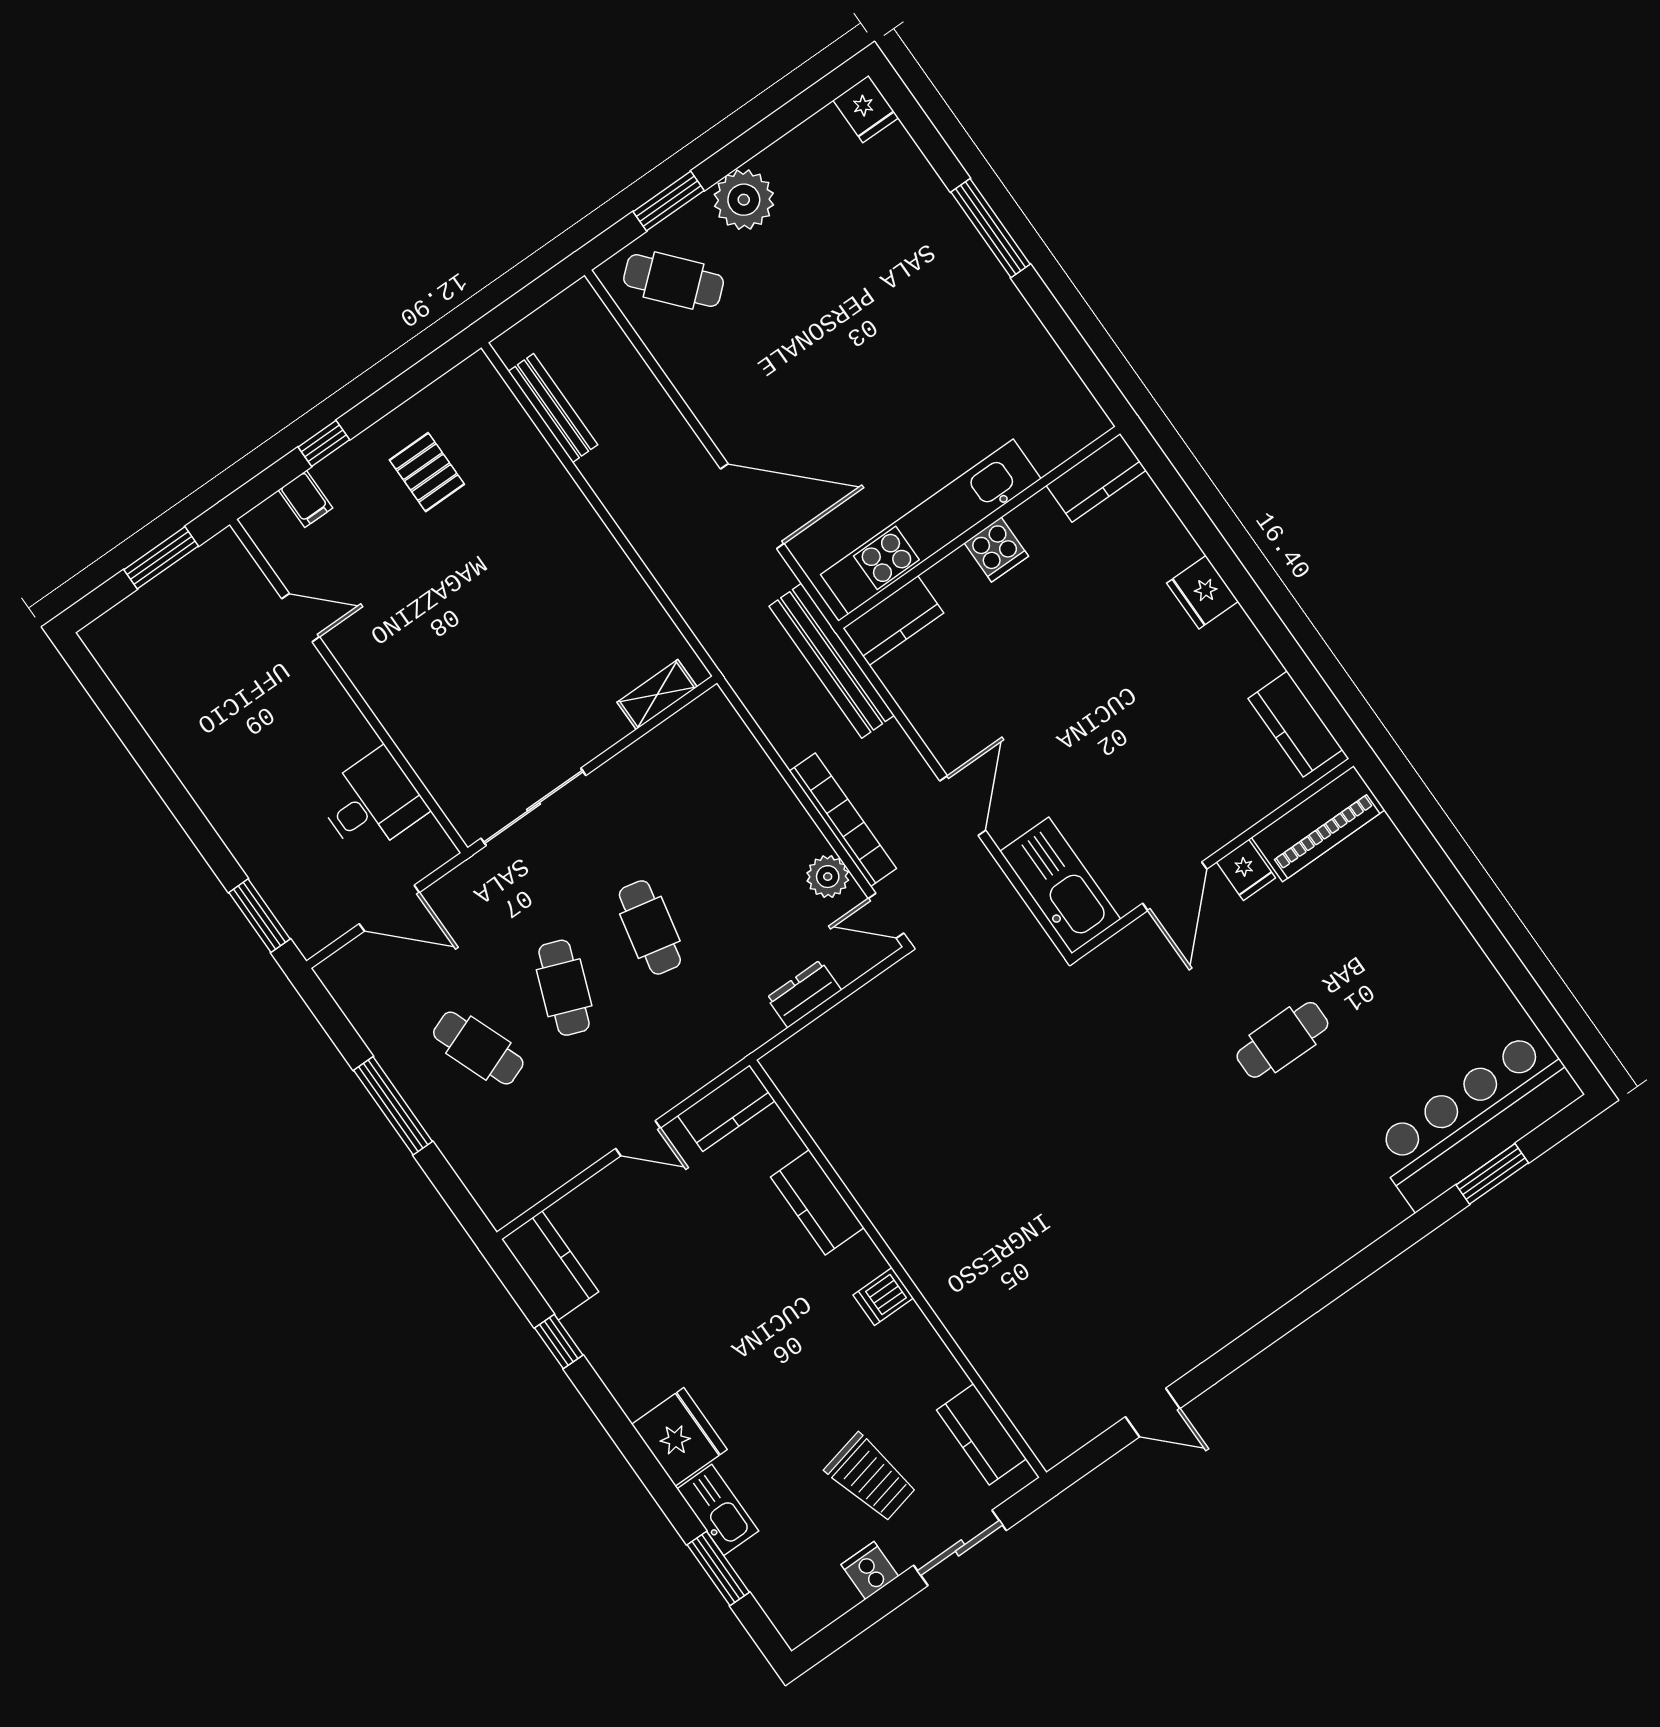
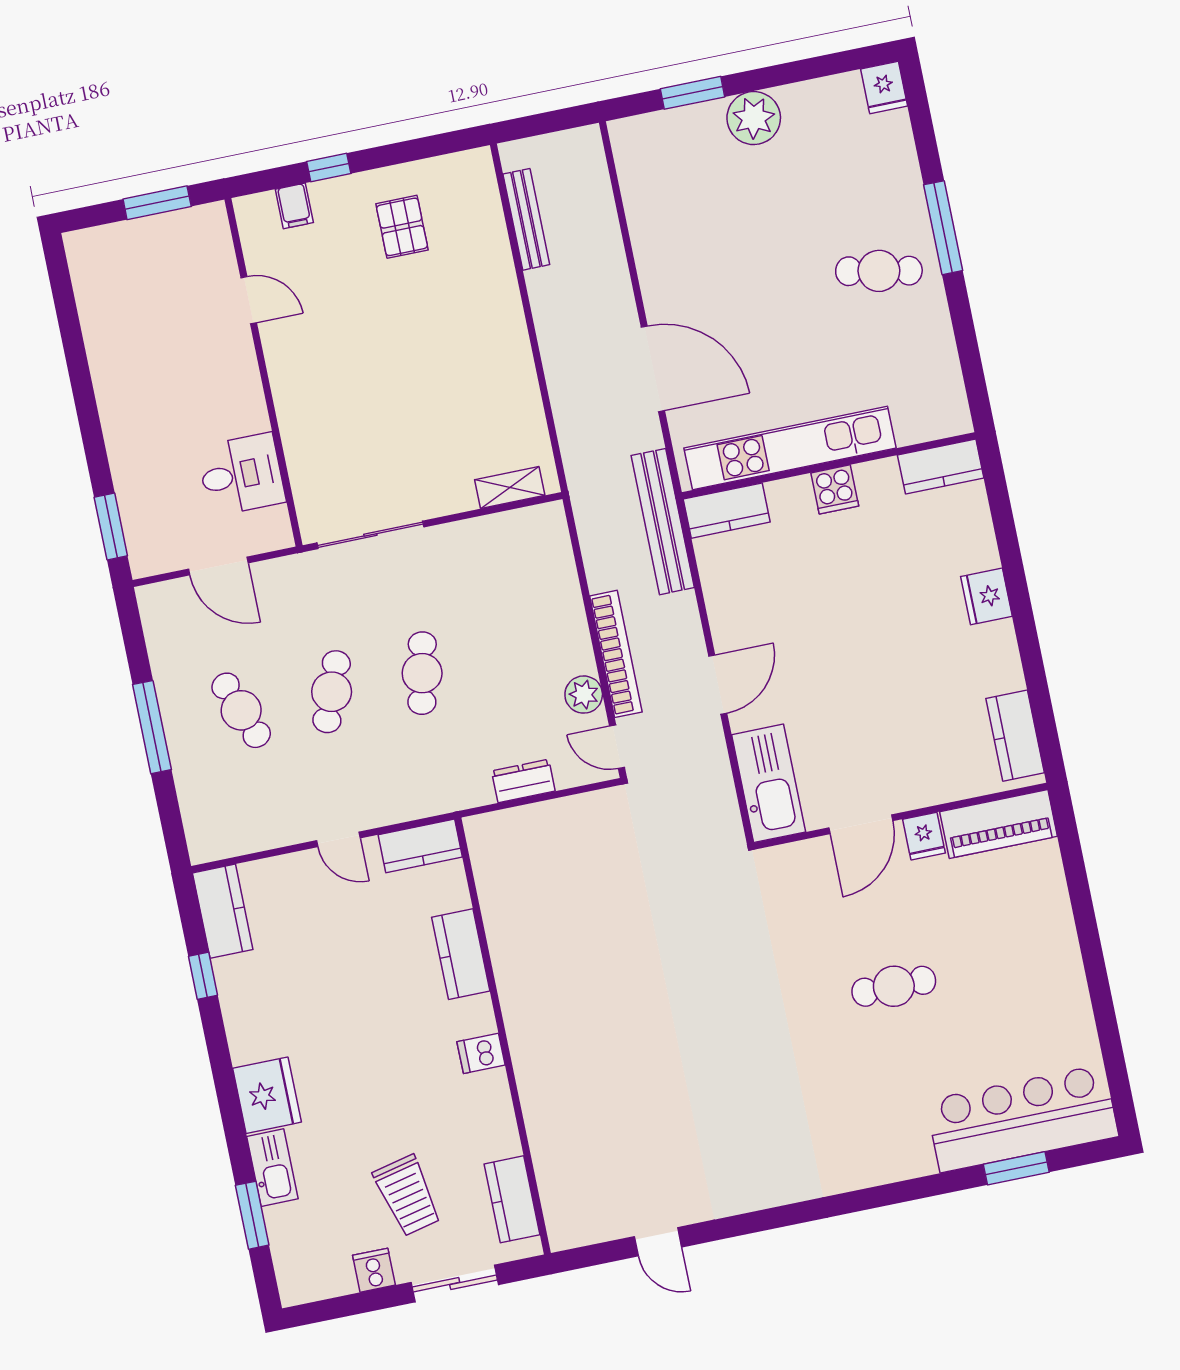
cafe table: (674, 281) -> (879, 271), moved, turned -38

